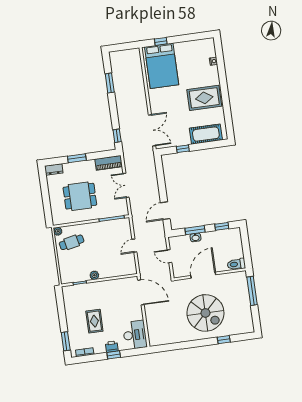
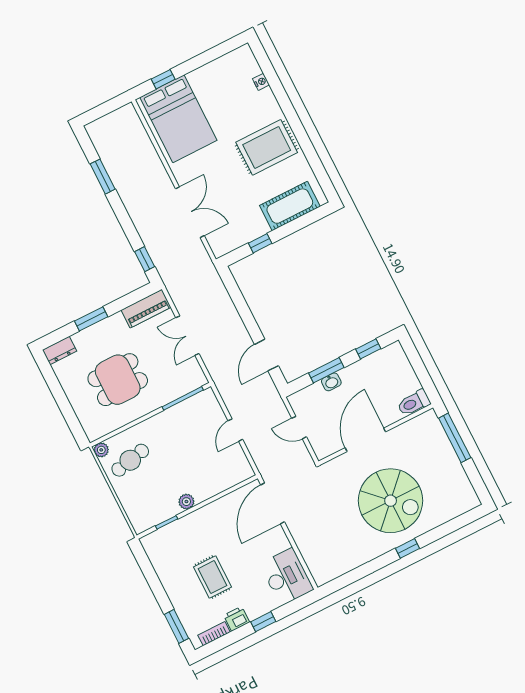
double door: (152, 130) -> (190, 212), moved
door: (141, 292) -> (273, 503), swing flipped
window: (224, 340) -> (408, 548), moved
printer: (112, 347) -> (237, 619), moved

